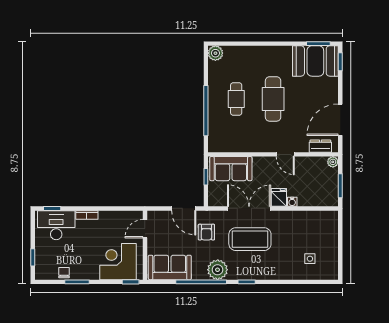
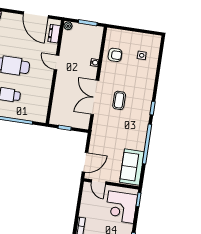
door: (285, 154) -> (56, 62), swing flipped
sofa: (231, 169) -> (61, 107), removed
fridge: (279, 197) -> (90, 73), removed
door: (184, 208) -> (85, 162), moved
armchair: (206, 232) -> (115, 55), moved
coffee table: (250, 239) -> (119, 100), width x0.54, depth x0.58
plant: (218, 270) -> (139, 130), removed

